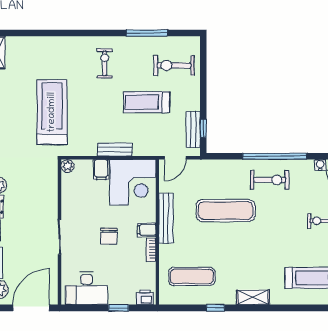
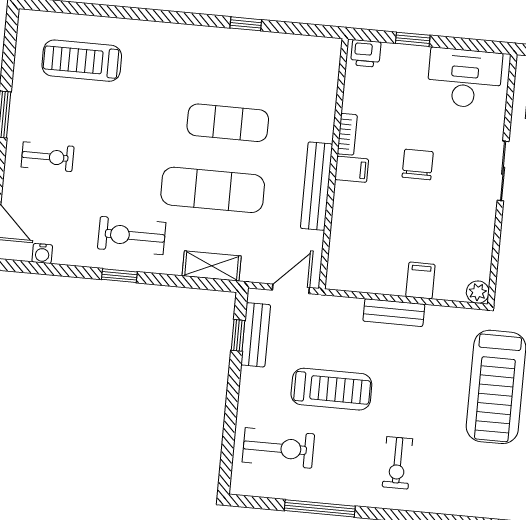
window: (275, 156) -> (119, 276), width x0.32
corner desk: (133, 182) -> (368, 253), removed
exercise mat: (192, 276) -> (228, 123), moved
shelving: (253, 297) -> (212, 266), moved

